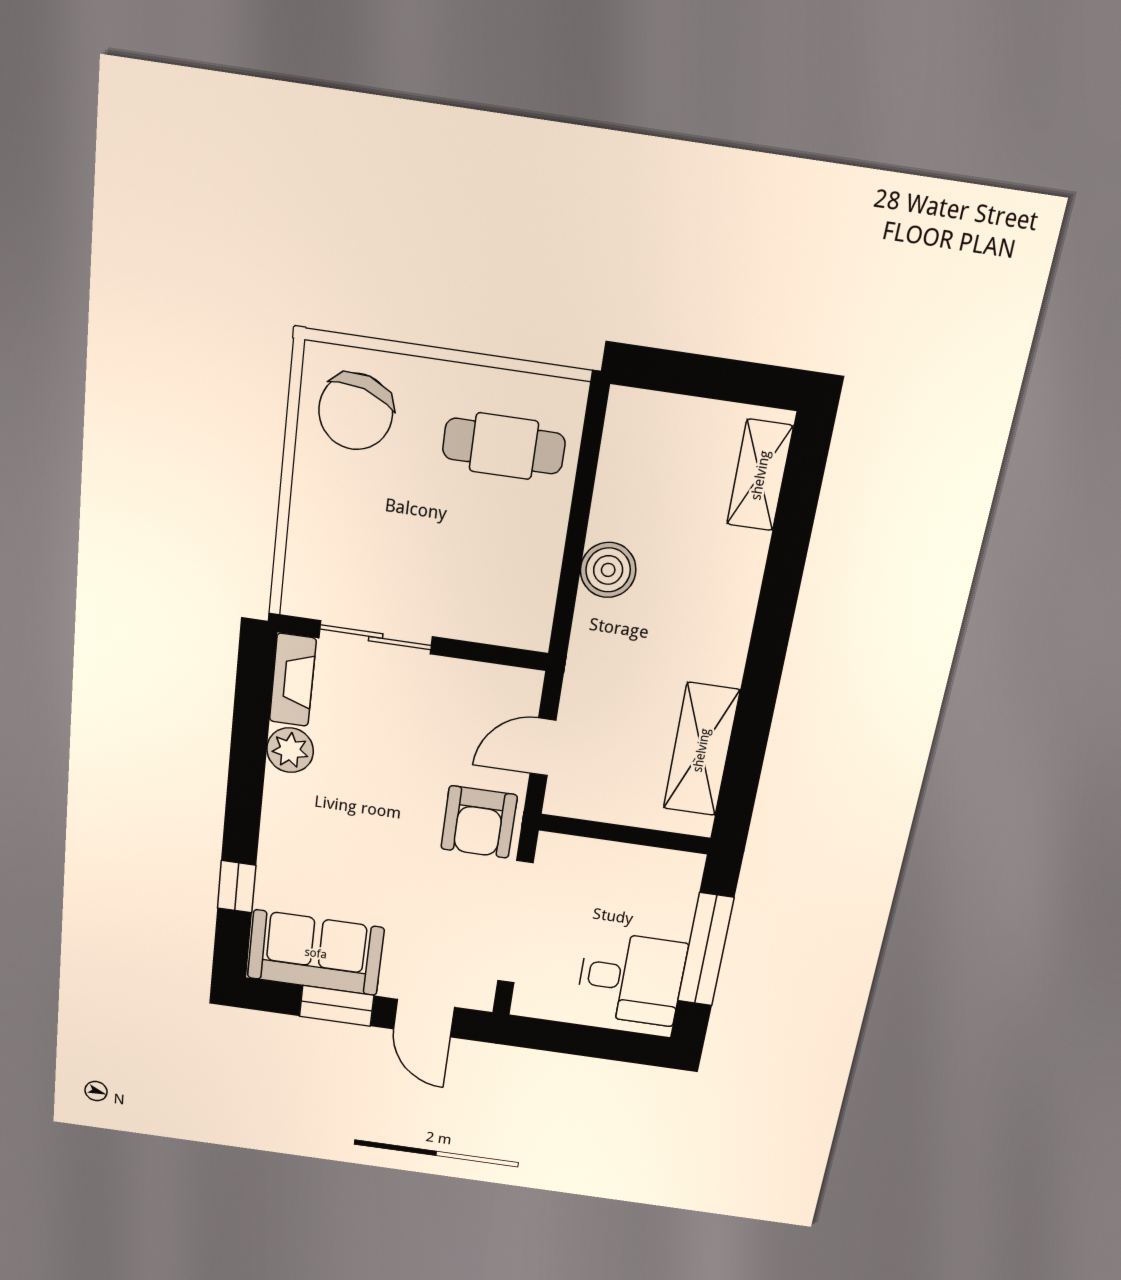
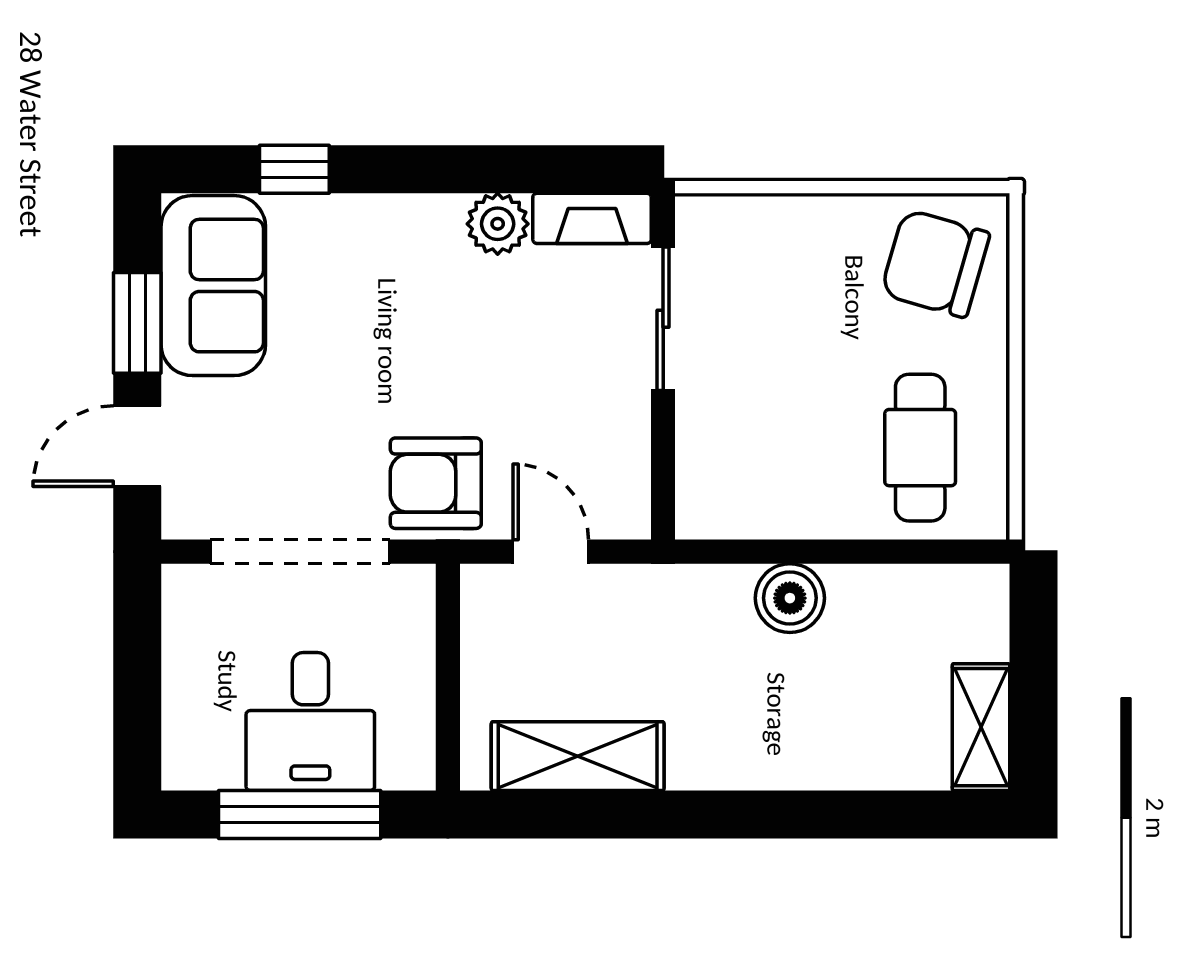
shelving: (760, 475) -> (981, 727), moved, turned 90
desk: (631, 979) -> (310, 722), moved

